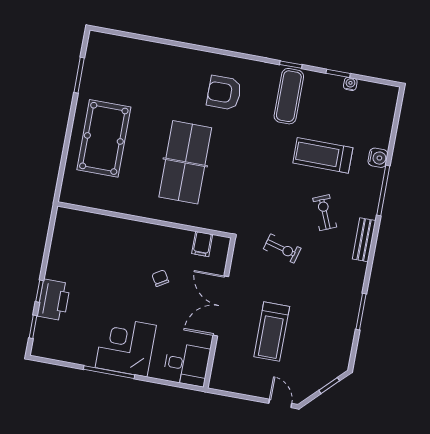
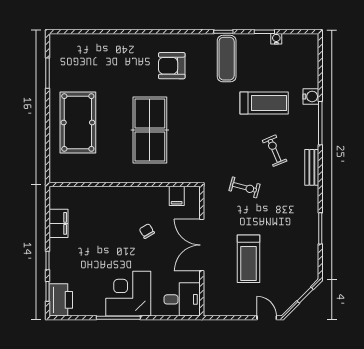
treadmill: (323, 155) -> (264, 103), turned 180
filing cabinet: (60, 251) -> (58, 223), added
printer: (54, 300) -> (61, 300), moved

